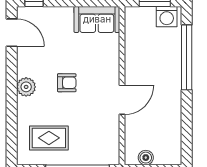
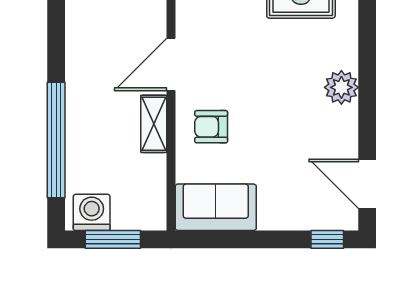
shelving: (132, 66) -> (154, 124), added
armchair: (67, 83) -> (211, 127), moved

